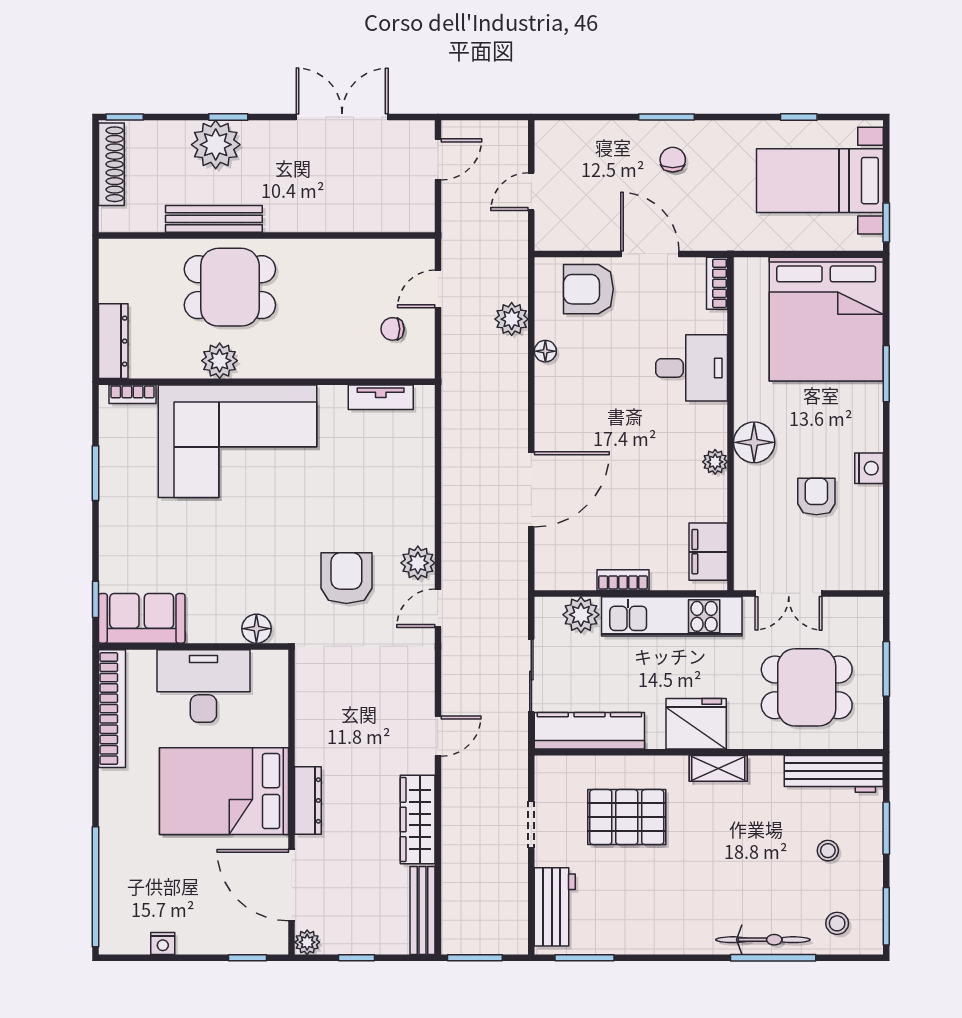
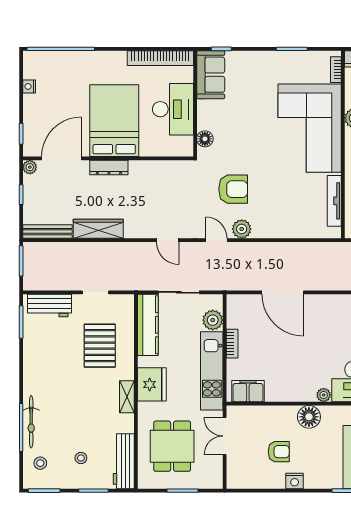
tv unit: (381, 397) -> (334, 201), width x1.41
plant: (715, 462) -> (324, 395), moved
door: (438, 736) -> (168, 240), moved

